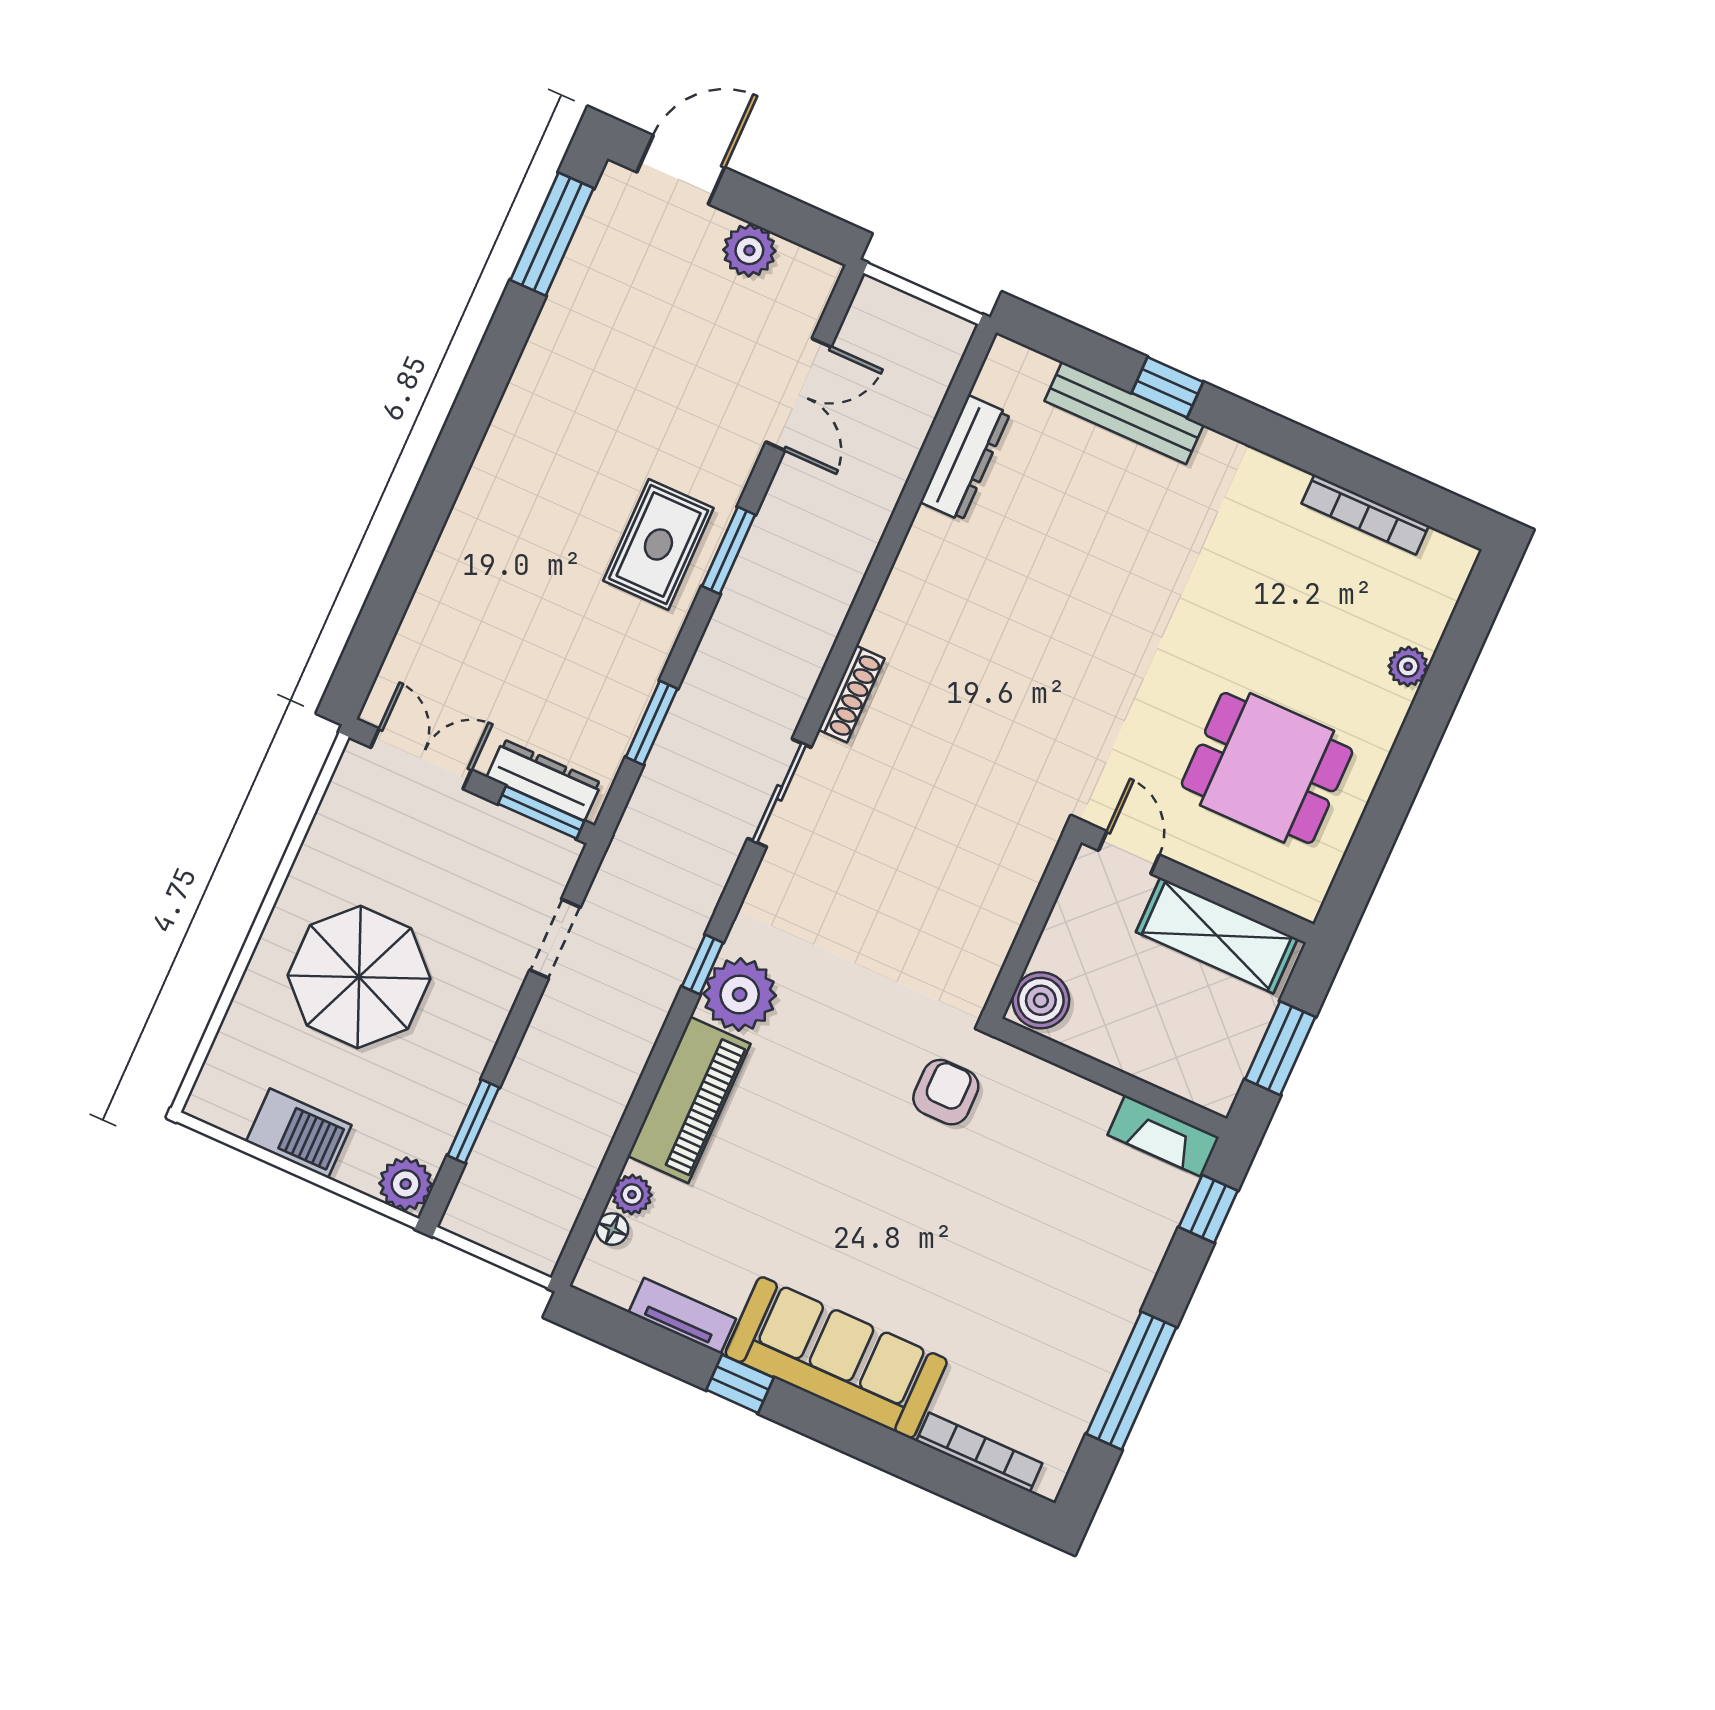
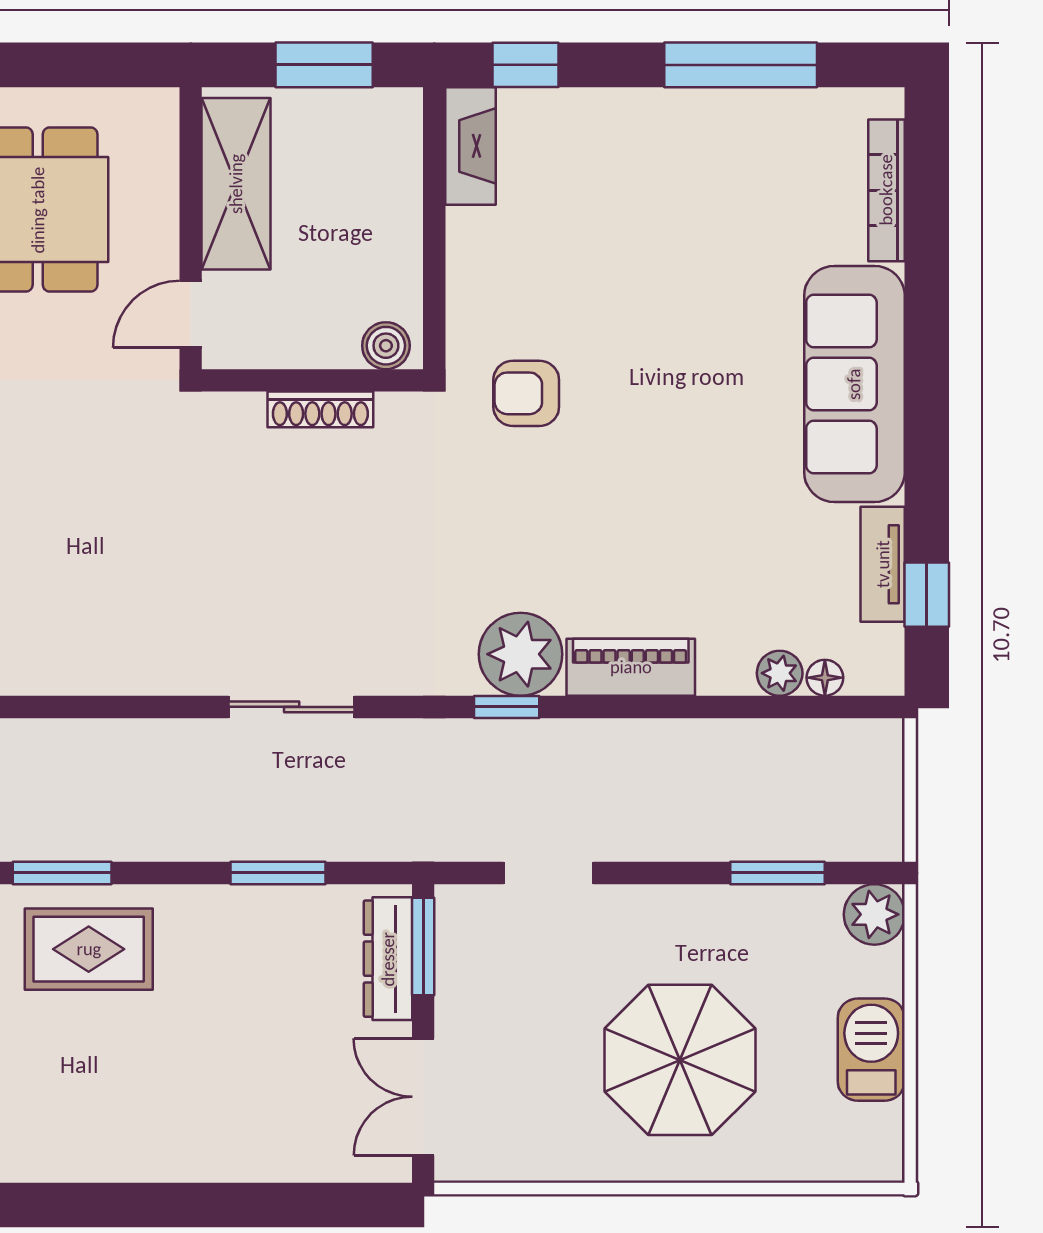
shoe rack: (851, 694) -> (320, 409), moved, turned 180
boiler: (1041, 1000) -> (386, 346), width x0.73, depth x0.73
piano: (689, 1100) -> (631, 667), width x0.73, depth x0.75
window: (740, 1384) -> (927, 595), moved

